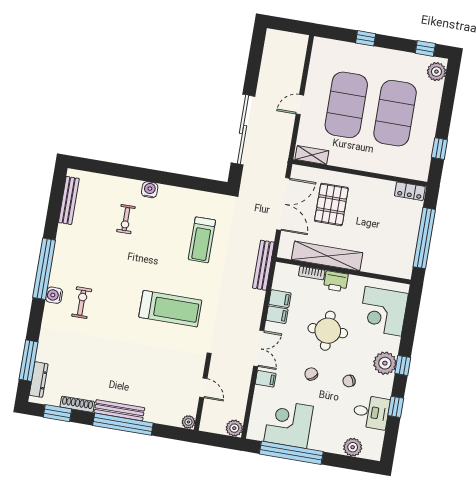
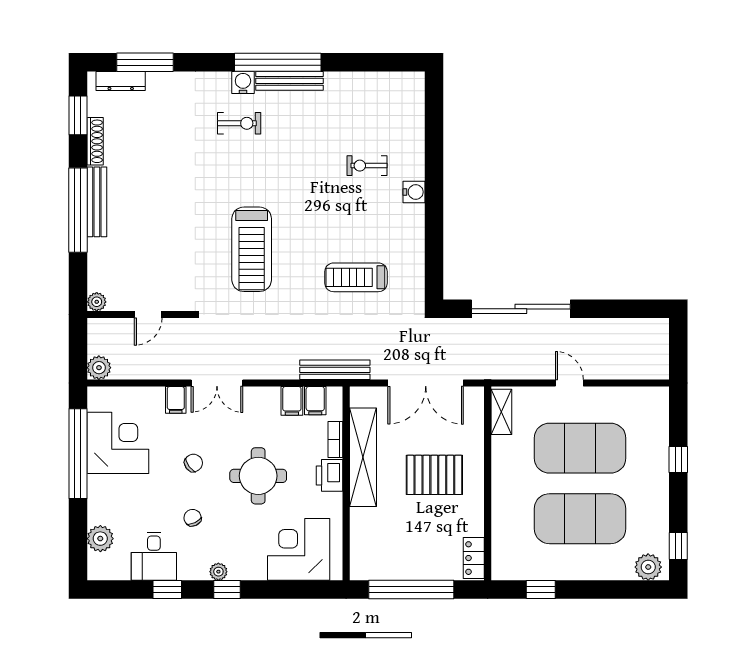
bench: (69, 200) -> (290, 81), moved
pallet: (331, 204) -> (434, 475), moved
filing cabinet: (277, 315) -> (315, 401), moved
plant: (385, 363) -> (218, 572), width x0.53, depth x0.53

